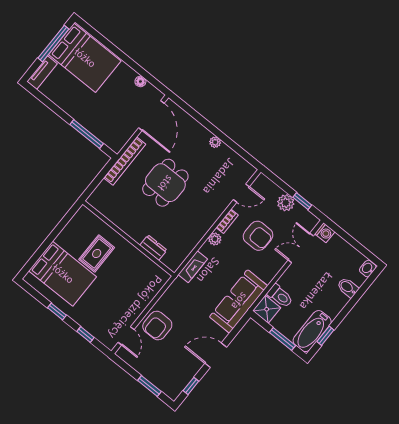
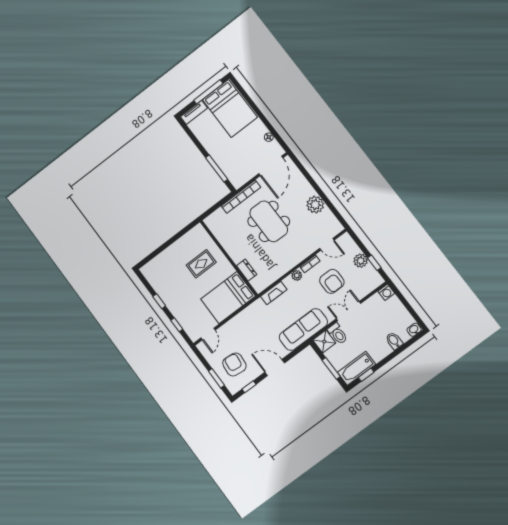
plant: (215, 142) -> (315, 205), width x1.88, depth x1.88
dining table: (165, 183) -> (269, 221), width x1.38
double door: (301, 248) -> (349, 311), moved
bed: (63, 274) -> (228, 298), moved, turned 90
armchair: (157, 326) -> (234, 364), moved, turned 96

